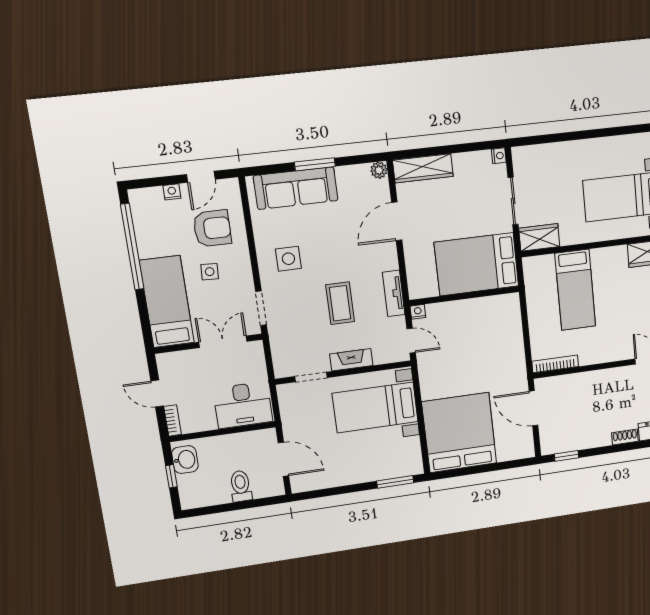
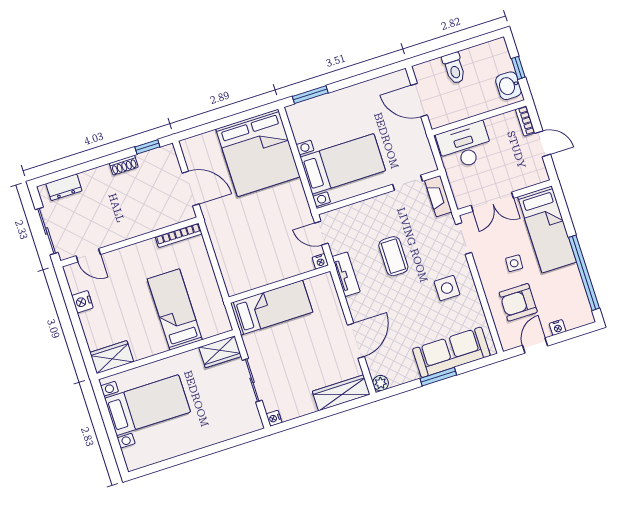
bed: (477, 264) -> (272, 308), width x0.67
fireplace: (351, 360) -> (438, 196), moved, turned 90
shoe rack: (625, 437) -> (124, 165), moved

